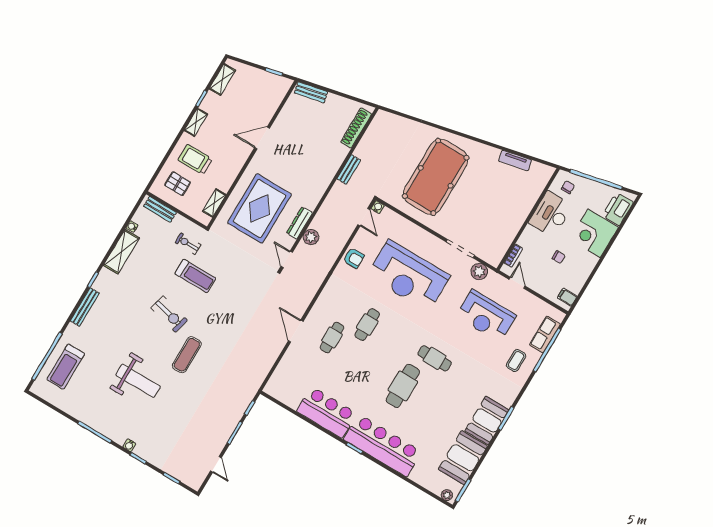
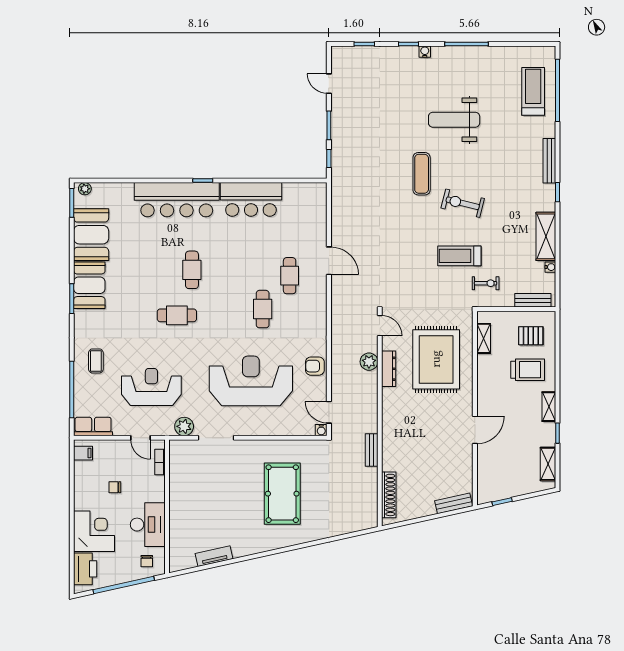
pool table: (436, 177) -> (282, 494), width x0.73, depth x0.76
row of seats: (545, 334) -> (93, 426), moved, turned -90
cafe table: (403, 386) -> (192, 270), width x0.73, depth x0.74

